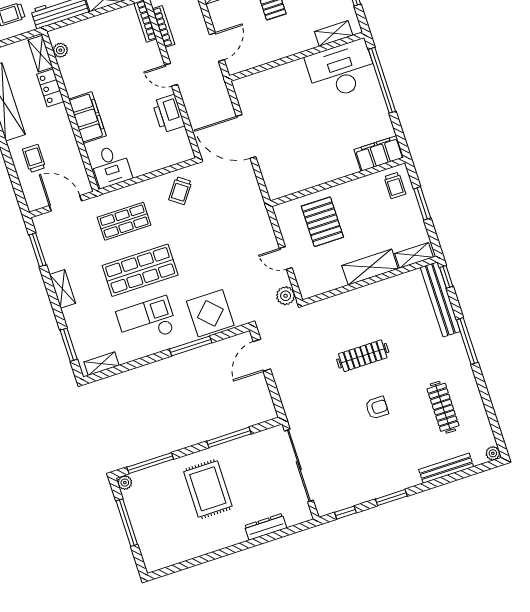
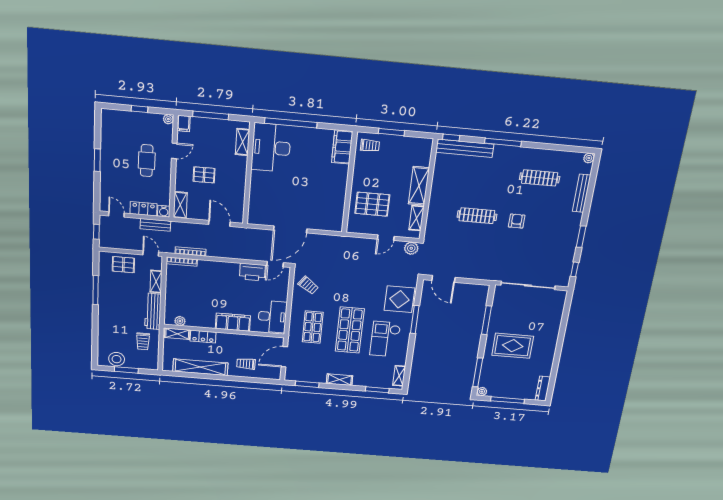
door: (171, 75) -> (275, 264), moved
desk: (111, 166) -> (272, 317), width x1.37
shelving: (414, 255) -> (416, 218), moved
clothes rail: (363, 356) -> (477, 216), turned 90
dresser: (266, 527) -> (543, 389), moved

